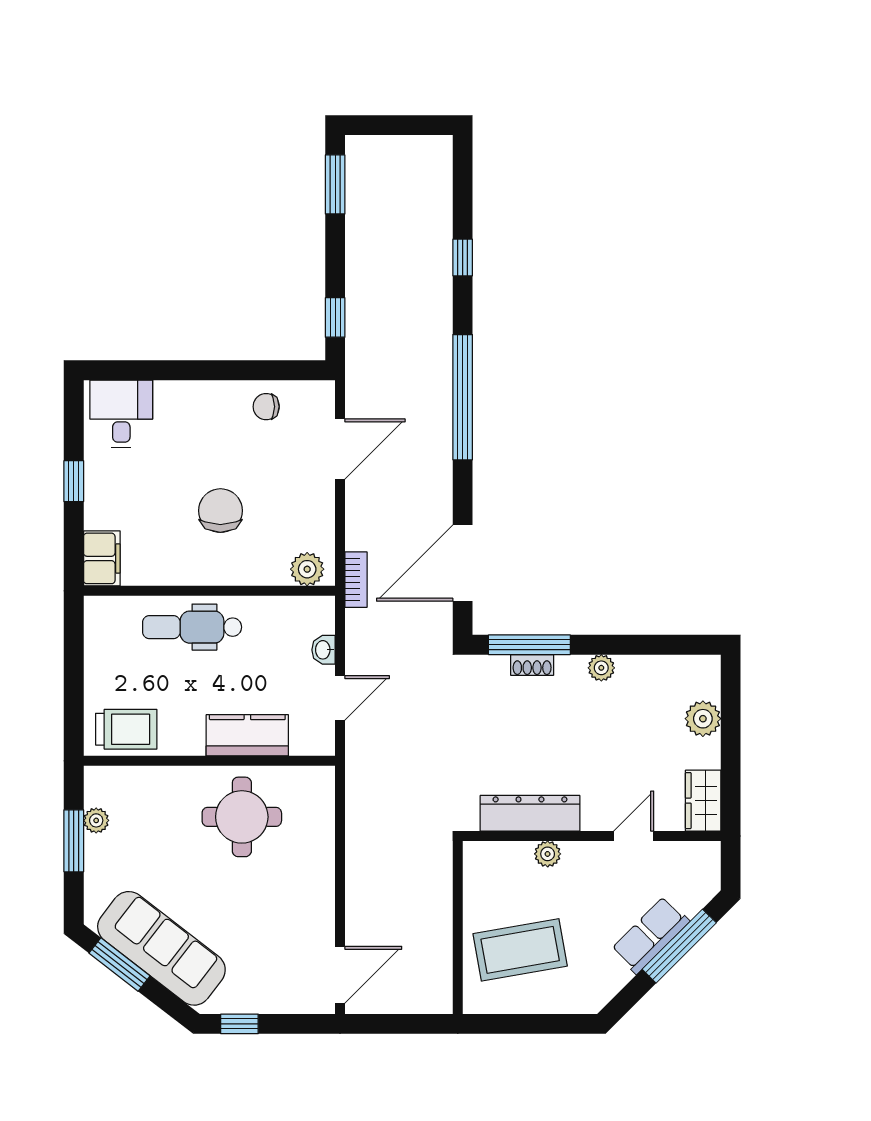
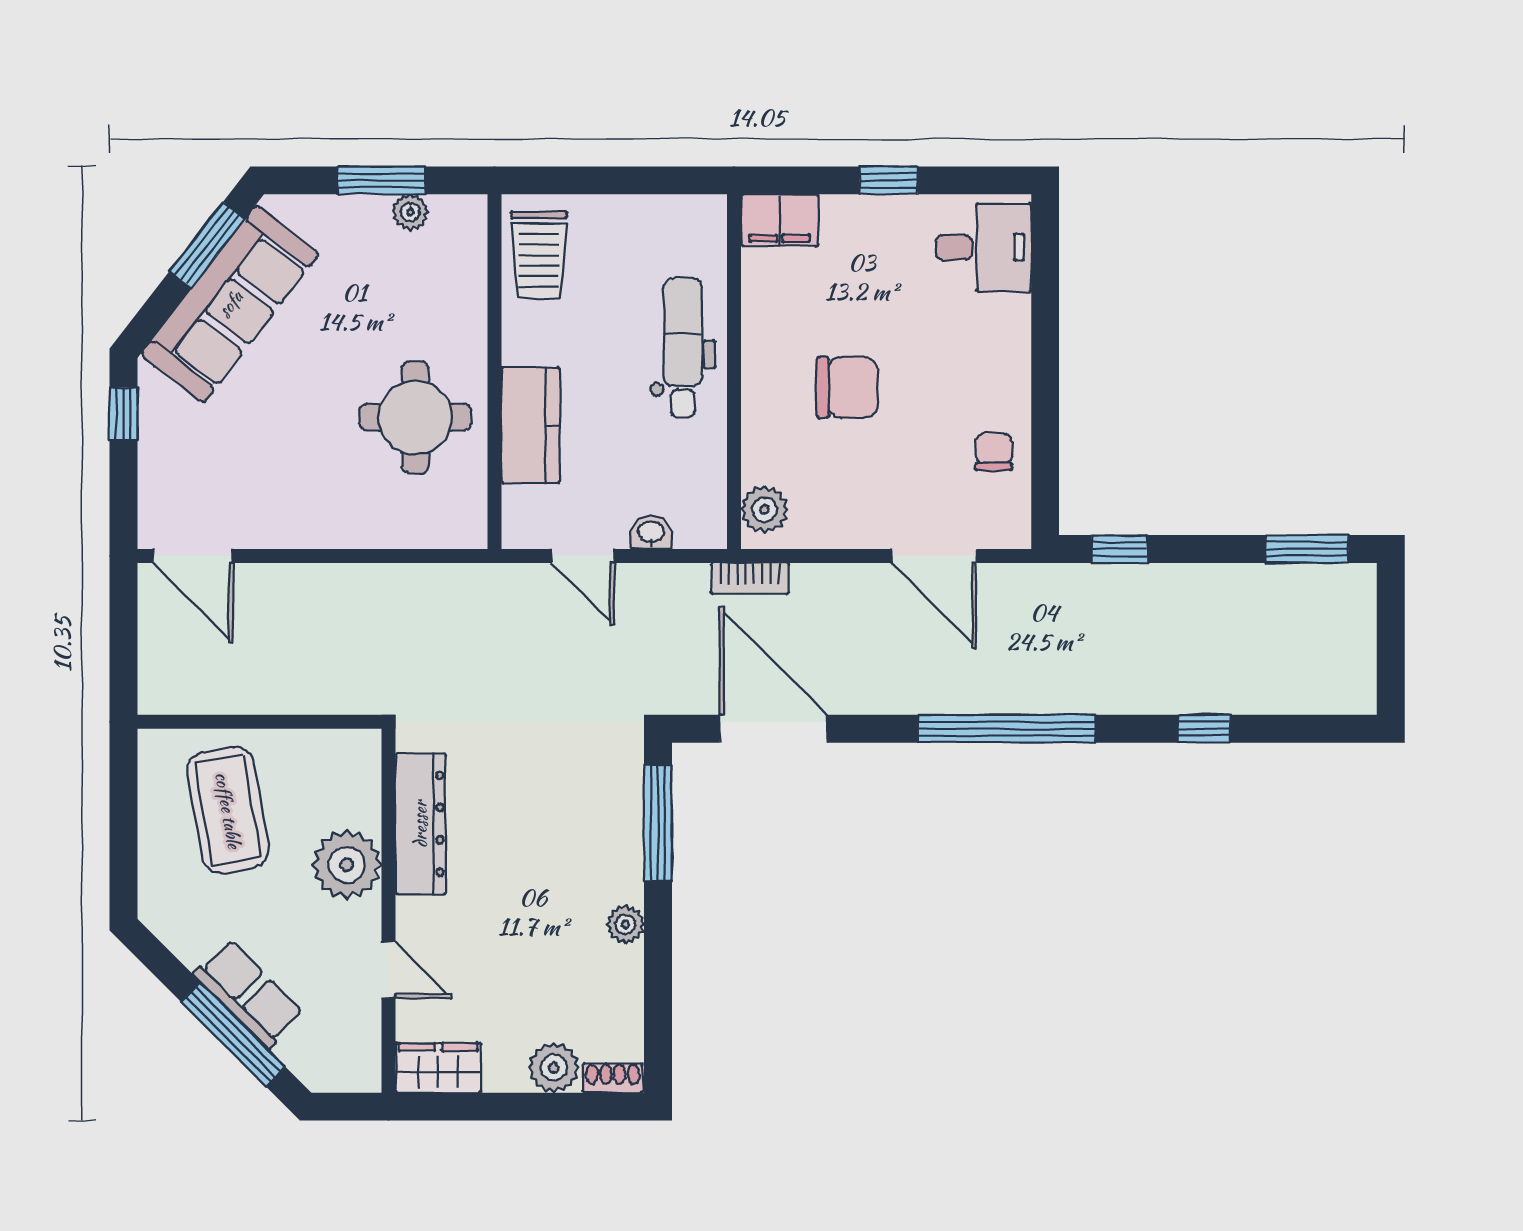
shoe rack: (532, 665) -> (613, 1078), moved, turned 90
plant: (548, 854) -> (347, 865), width x1.87, depth x1.87

